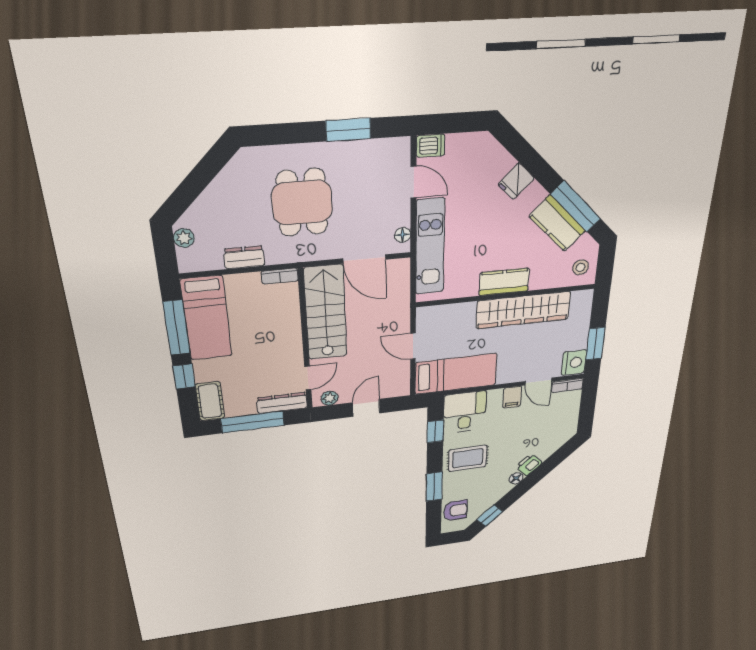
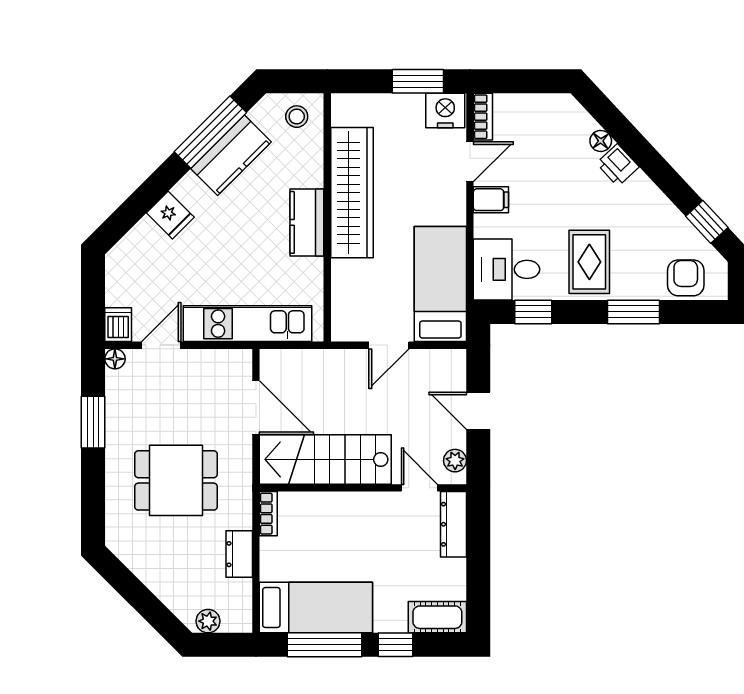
floor lamp: (403, 235) -> (115, 359), moved
door: (364, 259) -> (256, 408), hinge flipped
window: (253, 422) -> (478, 566), removed
floor lamp: (516, 478) -> (601, 141), moved

